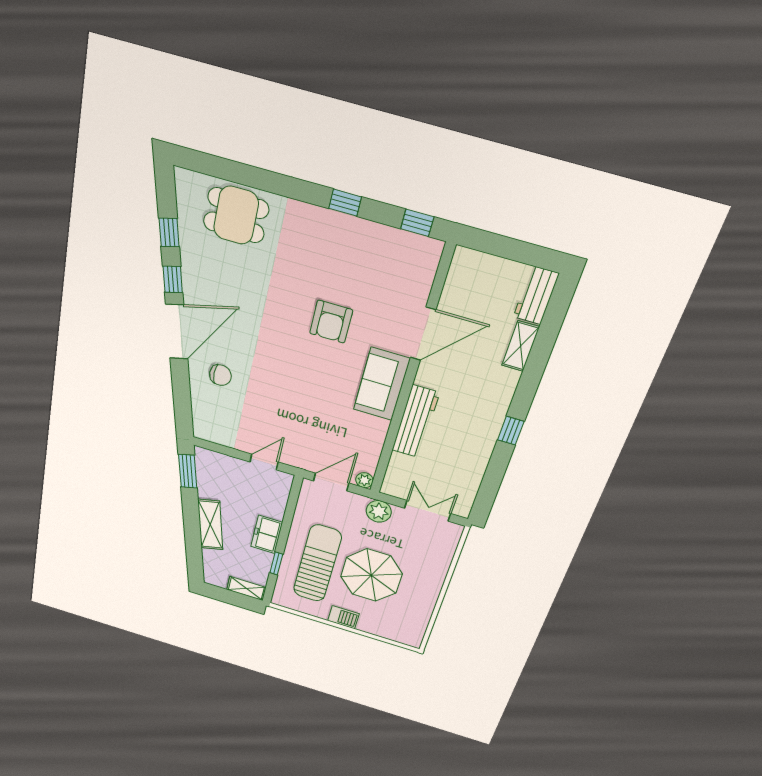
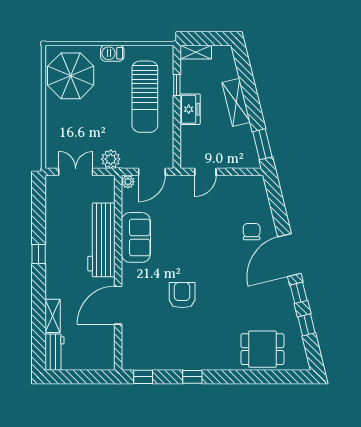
chair: (220, 375) -> (252, 232), turned 90
sofa: (382, 384) -> (136, 237), moved
workbench: (416, 422) -> (101, 240), width x1.36, depth x1.32
double door: (428, 511) -> (76, 172), swing flipped
parasol: (371, 575) -> (71, 76), moved

